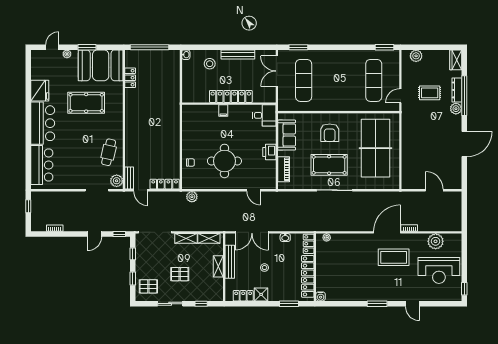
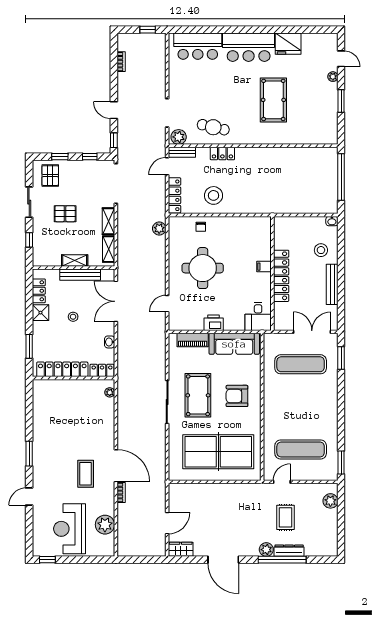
wardrobe: (456, 60) -> (181, 549), moved
booth: (101, 65) -> (319, 118), removed
locker: (130, 78) -> (222, 153), moved
door: (400, 96) -> (282, 482), hinge flipped
sofa: (287, 135) -> (234, 344), width x1.36
stool: (165, 152) -> (214, 195), added
coffee table: (394, 257) -> (86, 474), width x0.73, depth x0.76
pallet: (180, 274) -> (65, 214), turned 90
water cooler: (321, 296) -> (38, 385), removed

